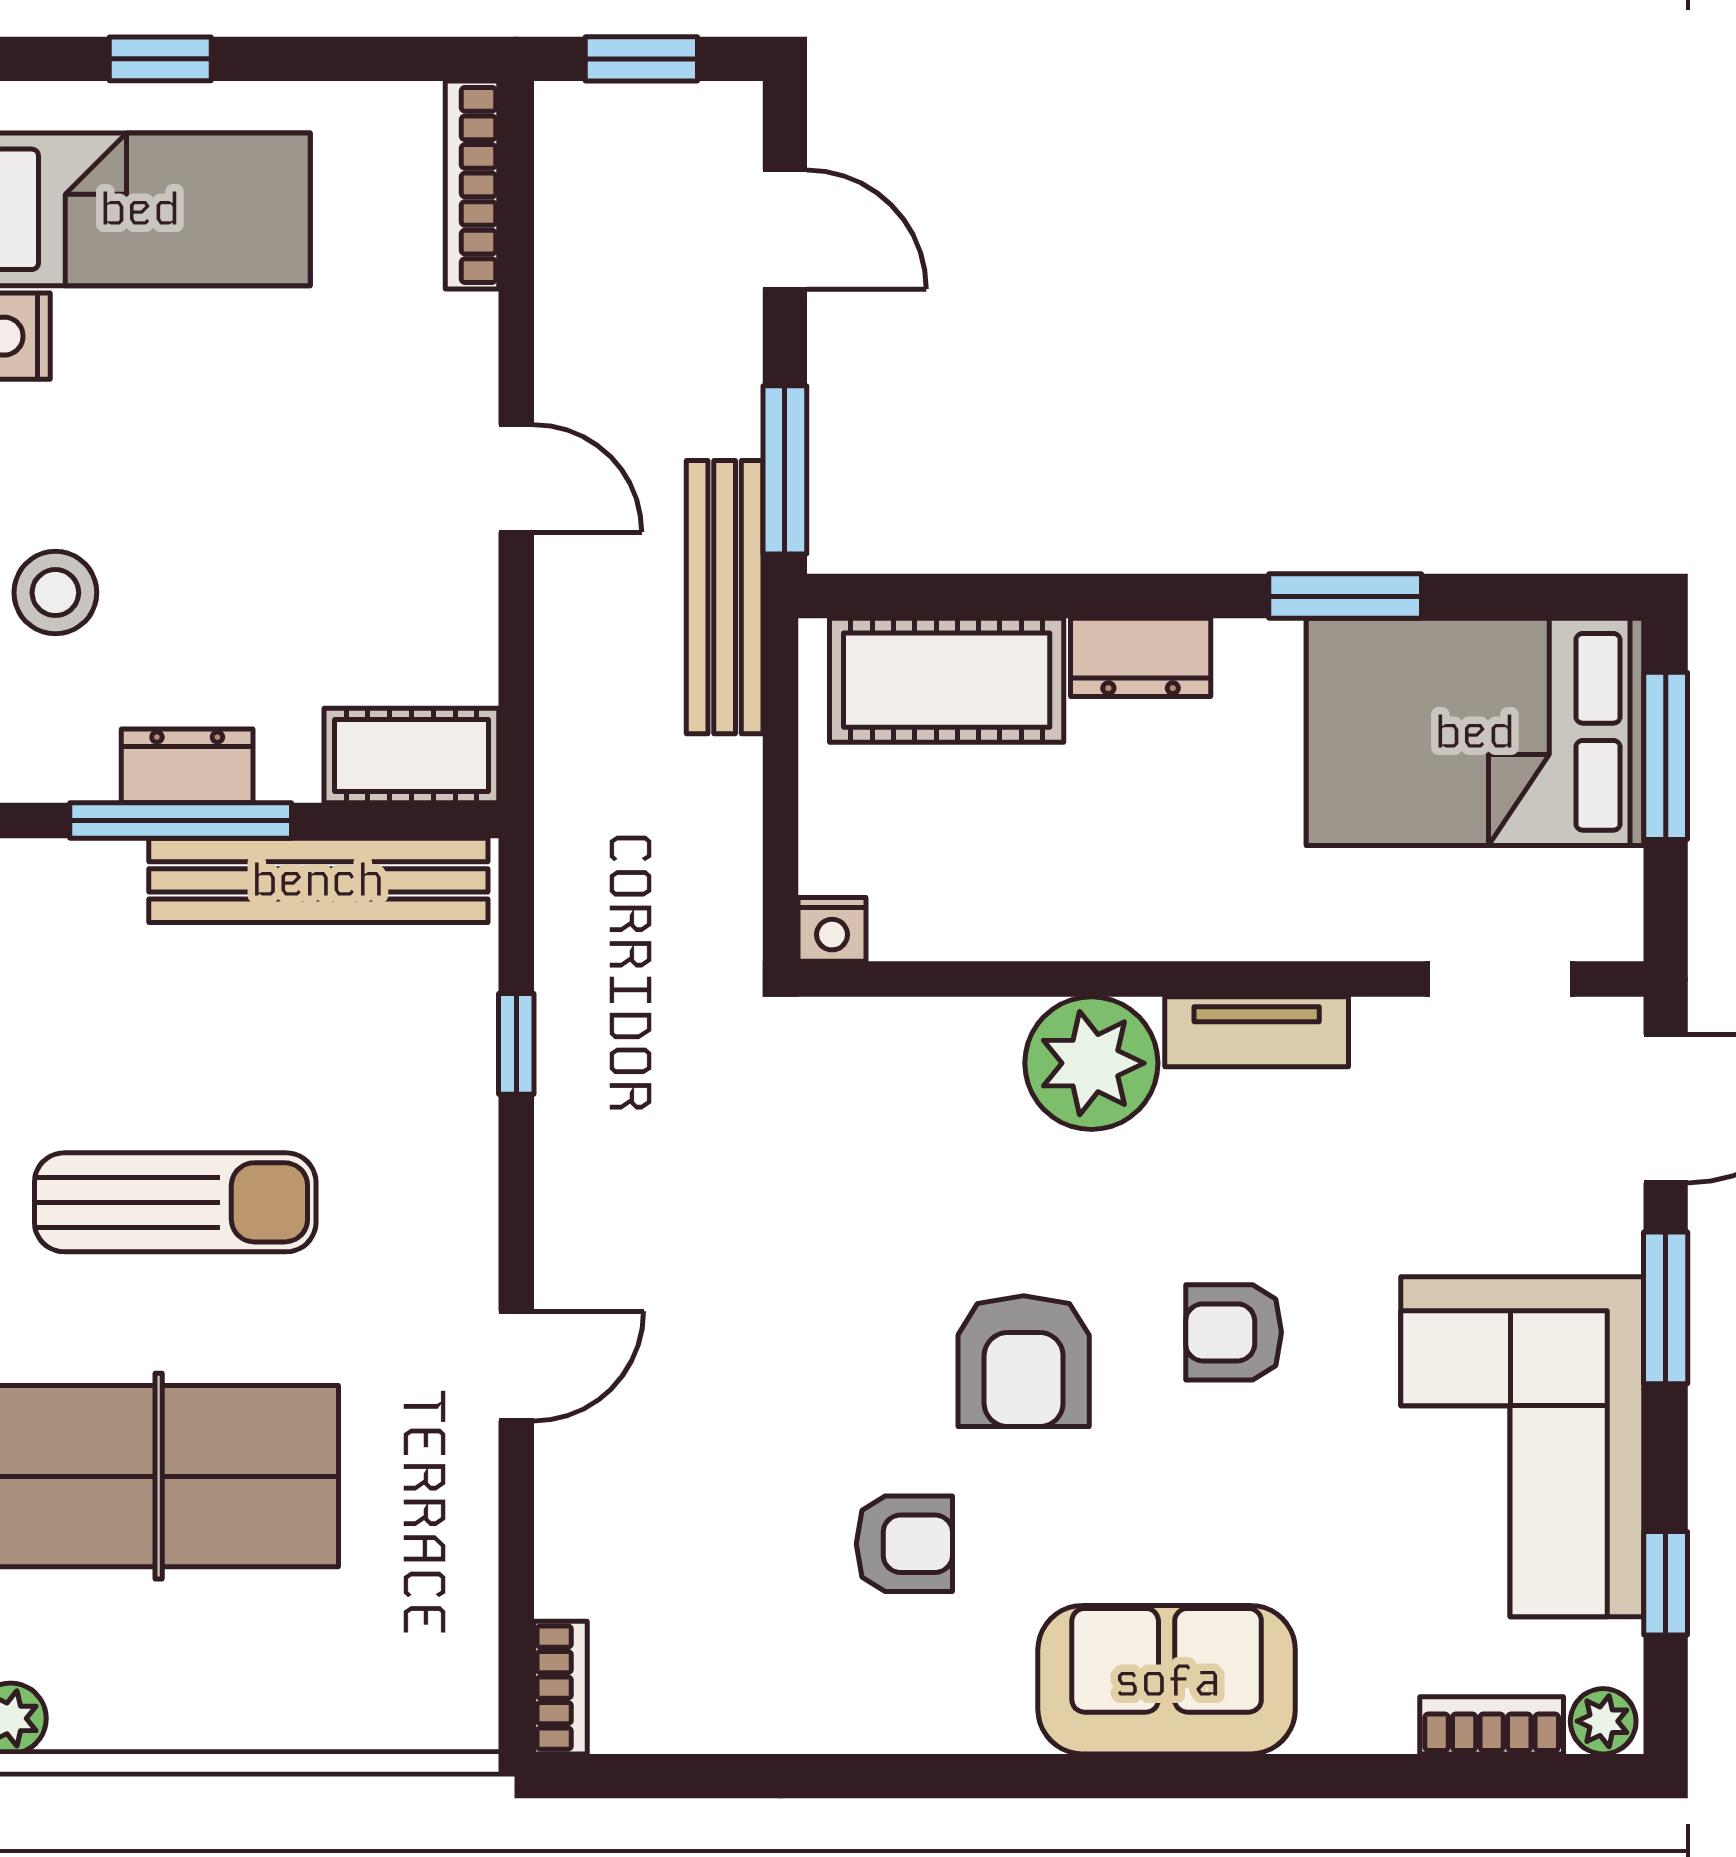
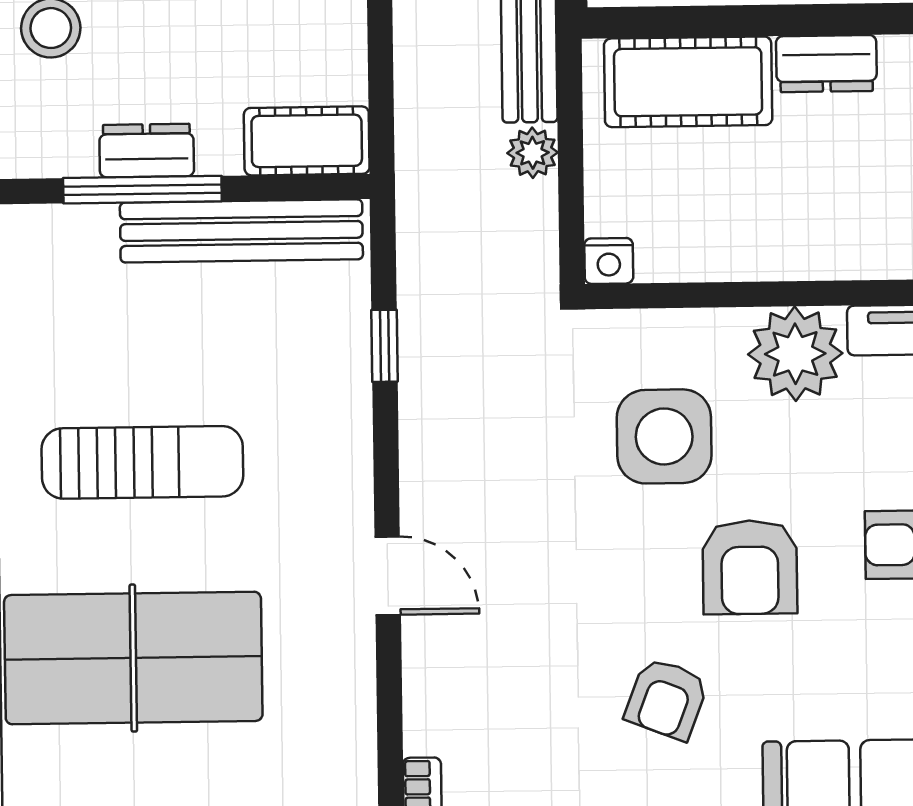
plant: (727, 776) -> (533, 153), added
side table: (906, 1176) -> (664, 436), added
door: (516, 1366) -> (388, 576), hinge flipped
armchair: (904, 1544) -> (667, 699), turned 111

